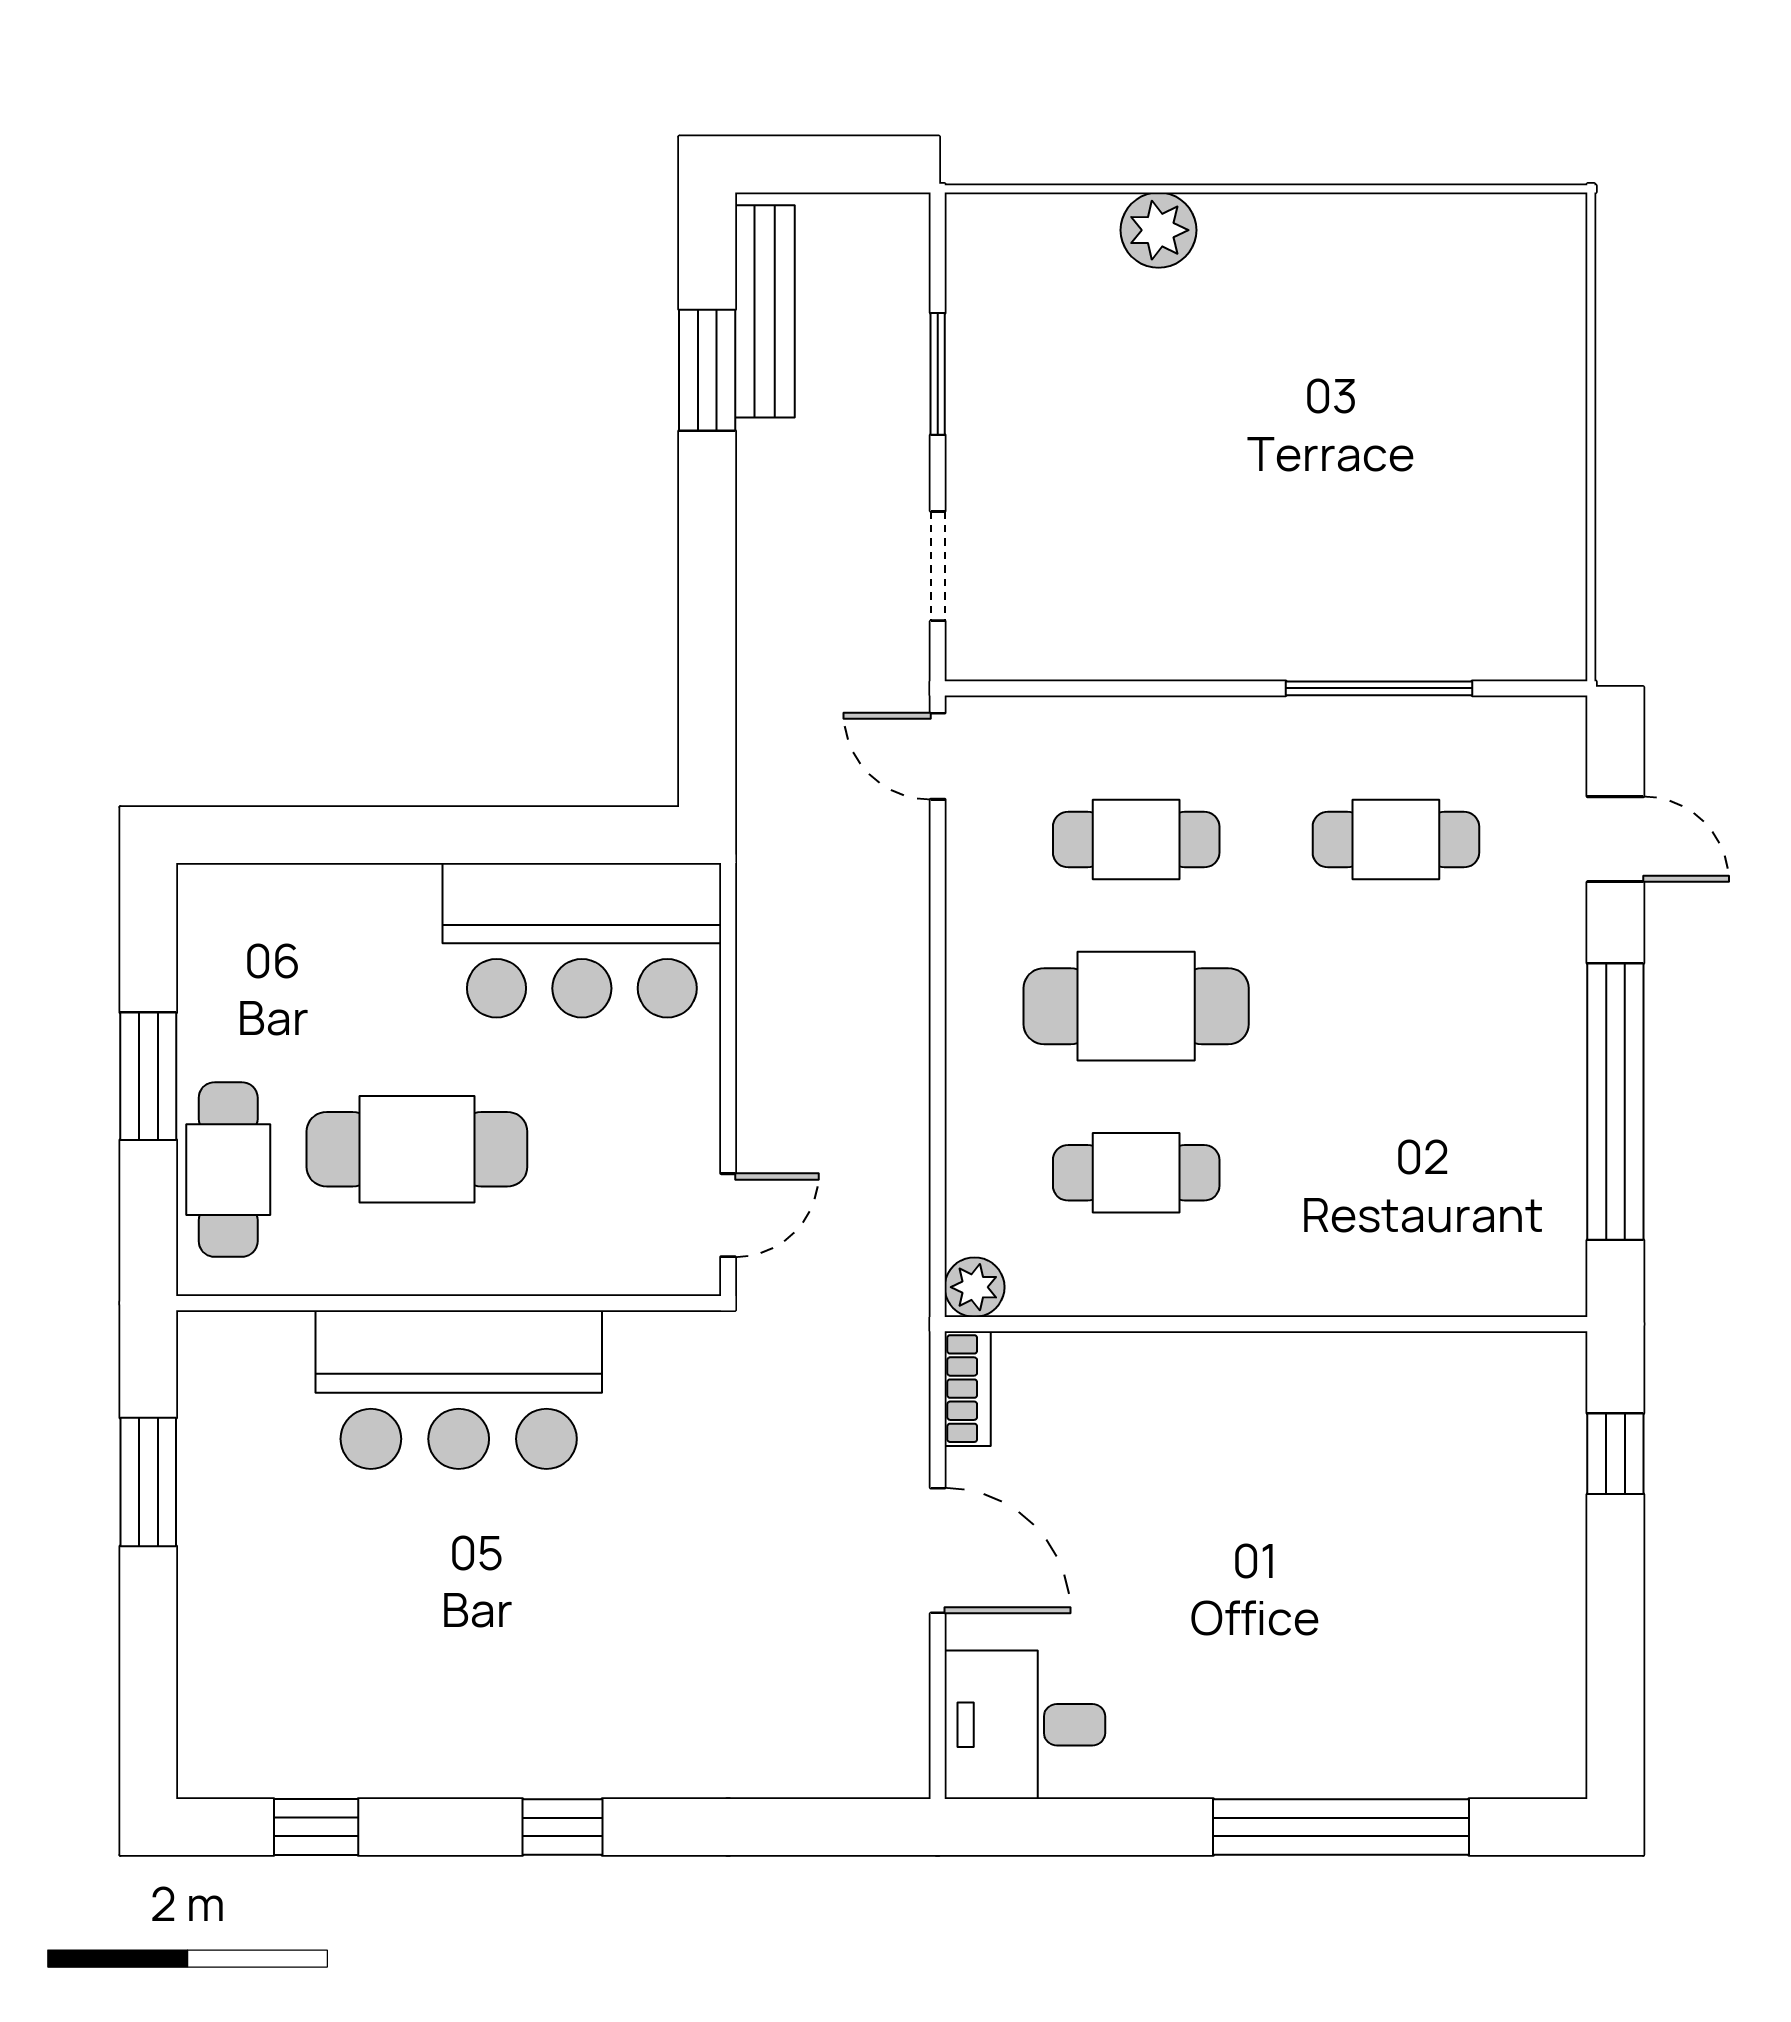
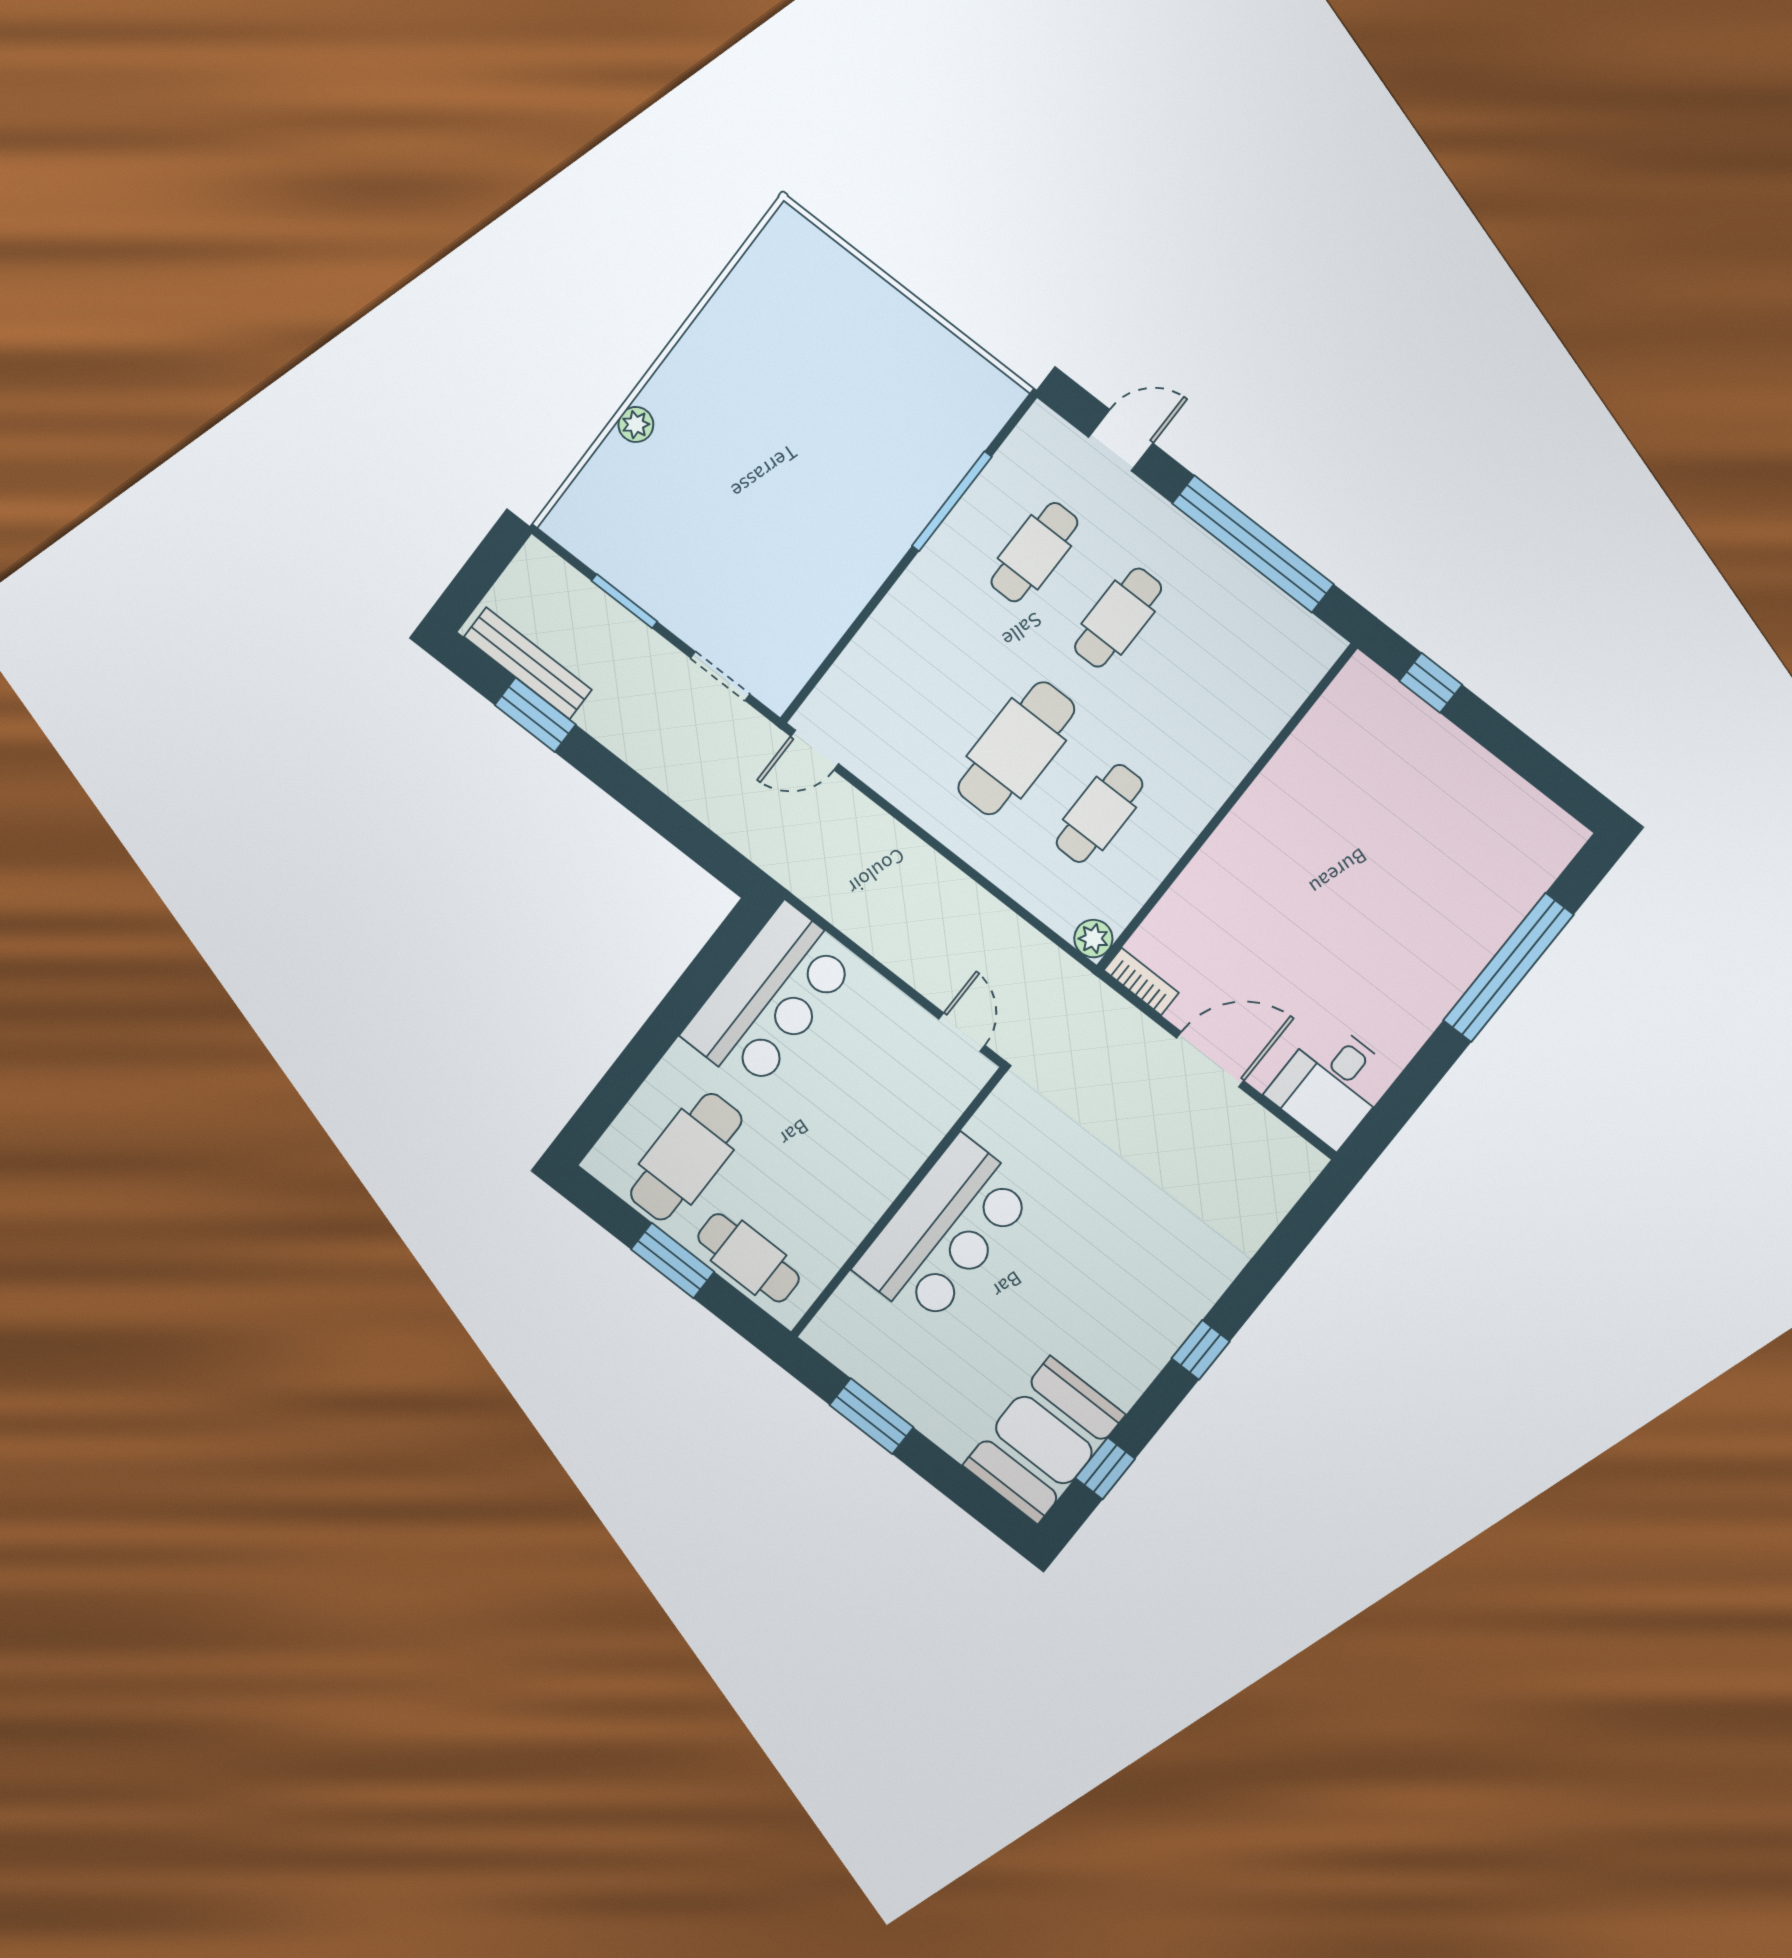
plant: (1158, 230) -> (636, 424), width x0.73, depth x0.73
cafe table: (1136, 840) -> (1118, 618), moved
cafe table: (417, 1149) -> (686, 1157), moved
booth: (291, 1722) -> (1044, 1440), added

